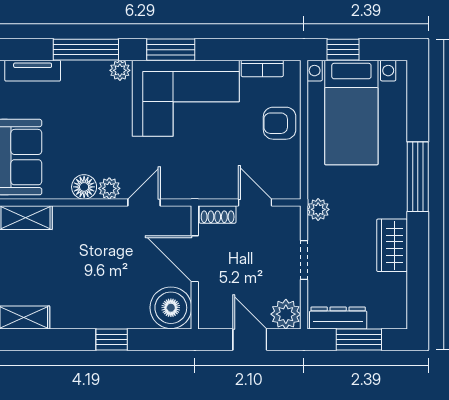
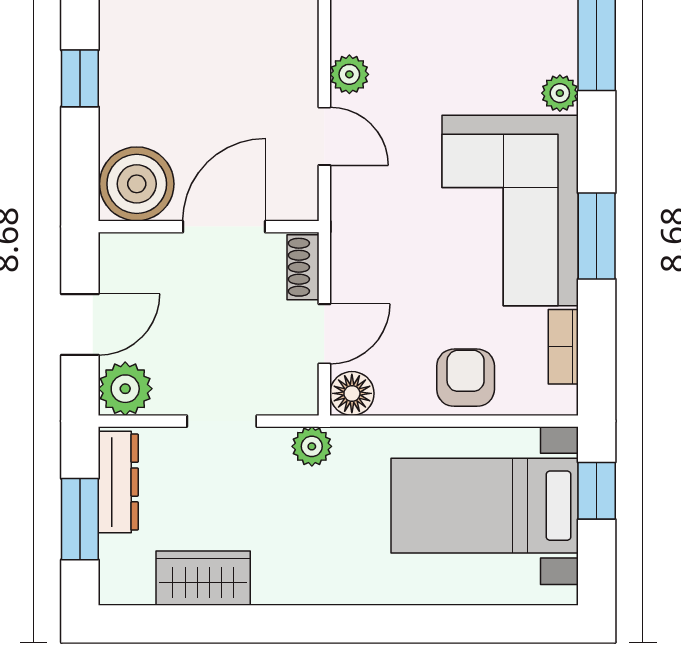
window: (171, 50) -> (597, 236), moved
window: (418, 177) -> (370, 624), removed
floor lamp: (84, 187) -> (352, 393), moved
wardrobe: (392, 245) -> (203, 578), moved

